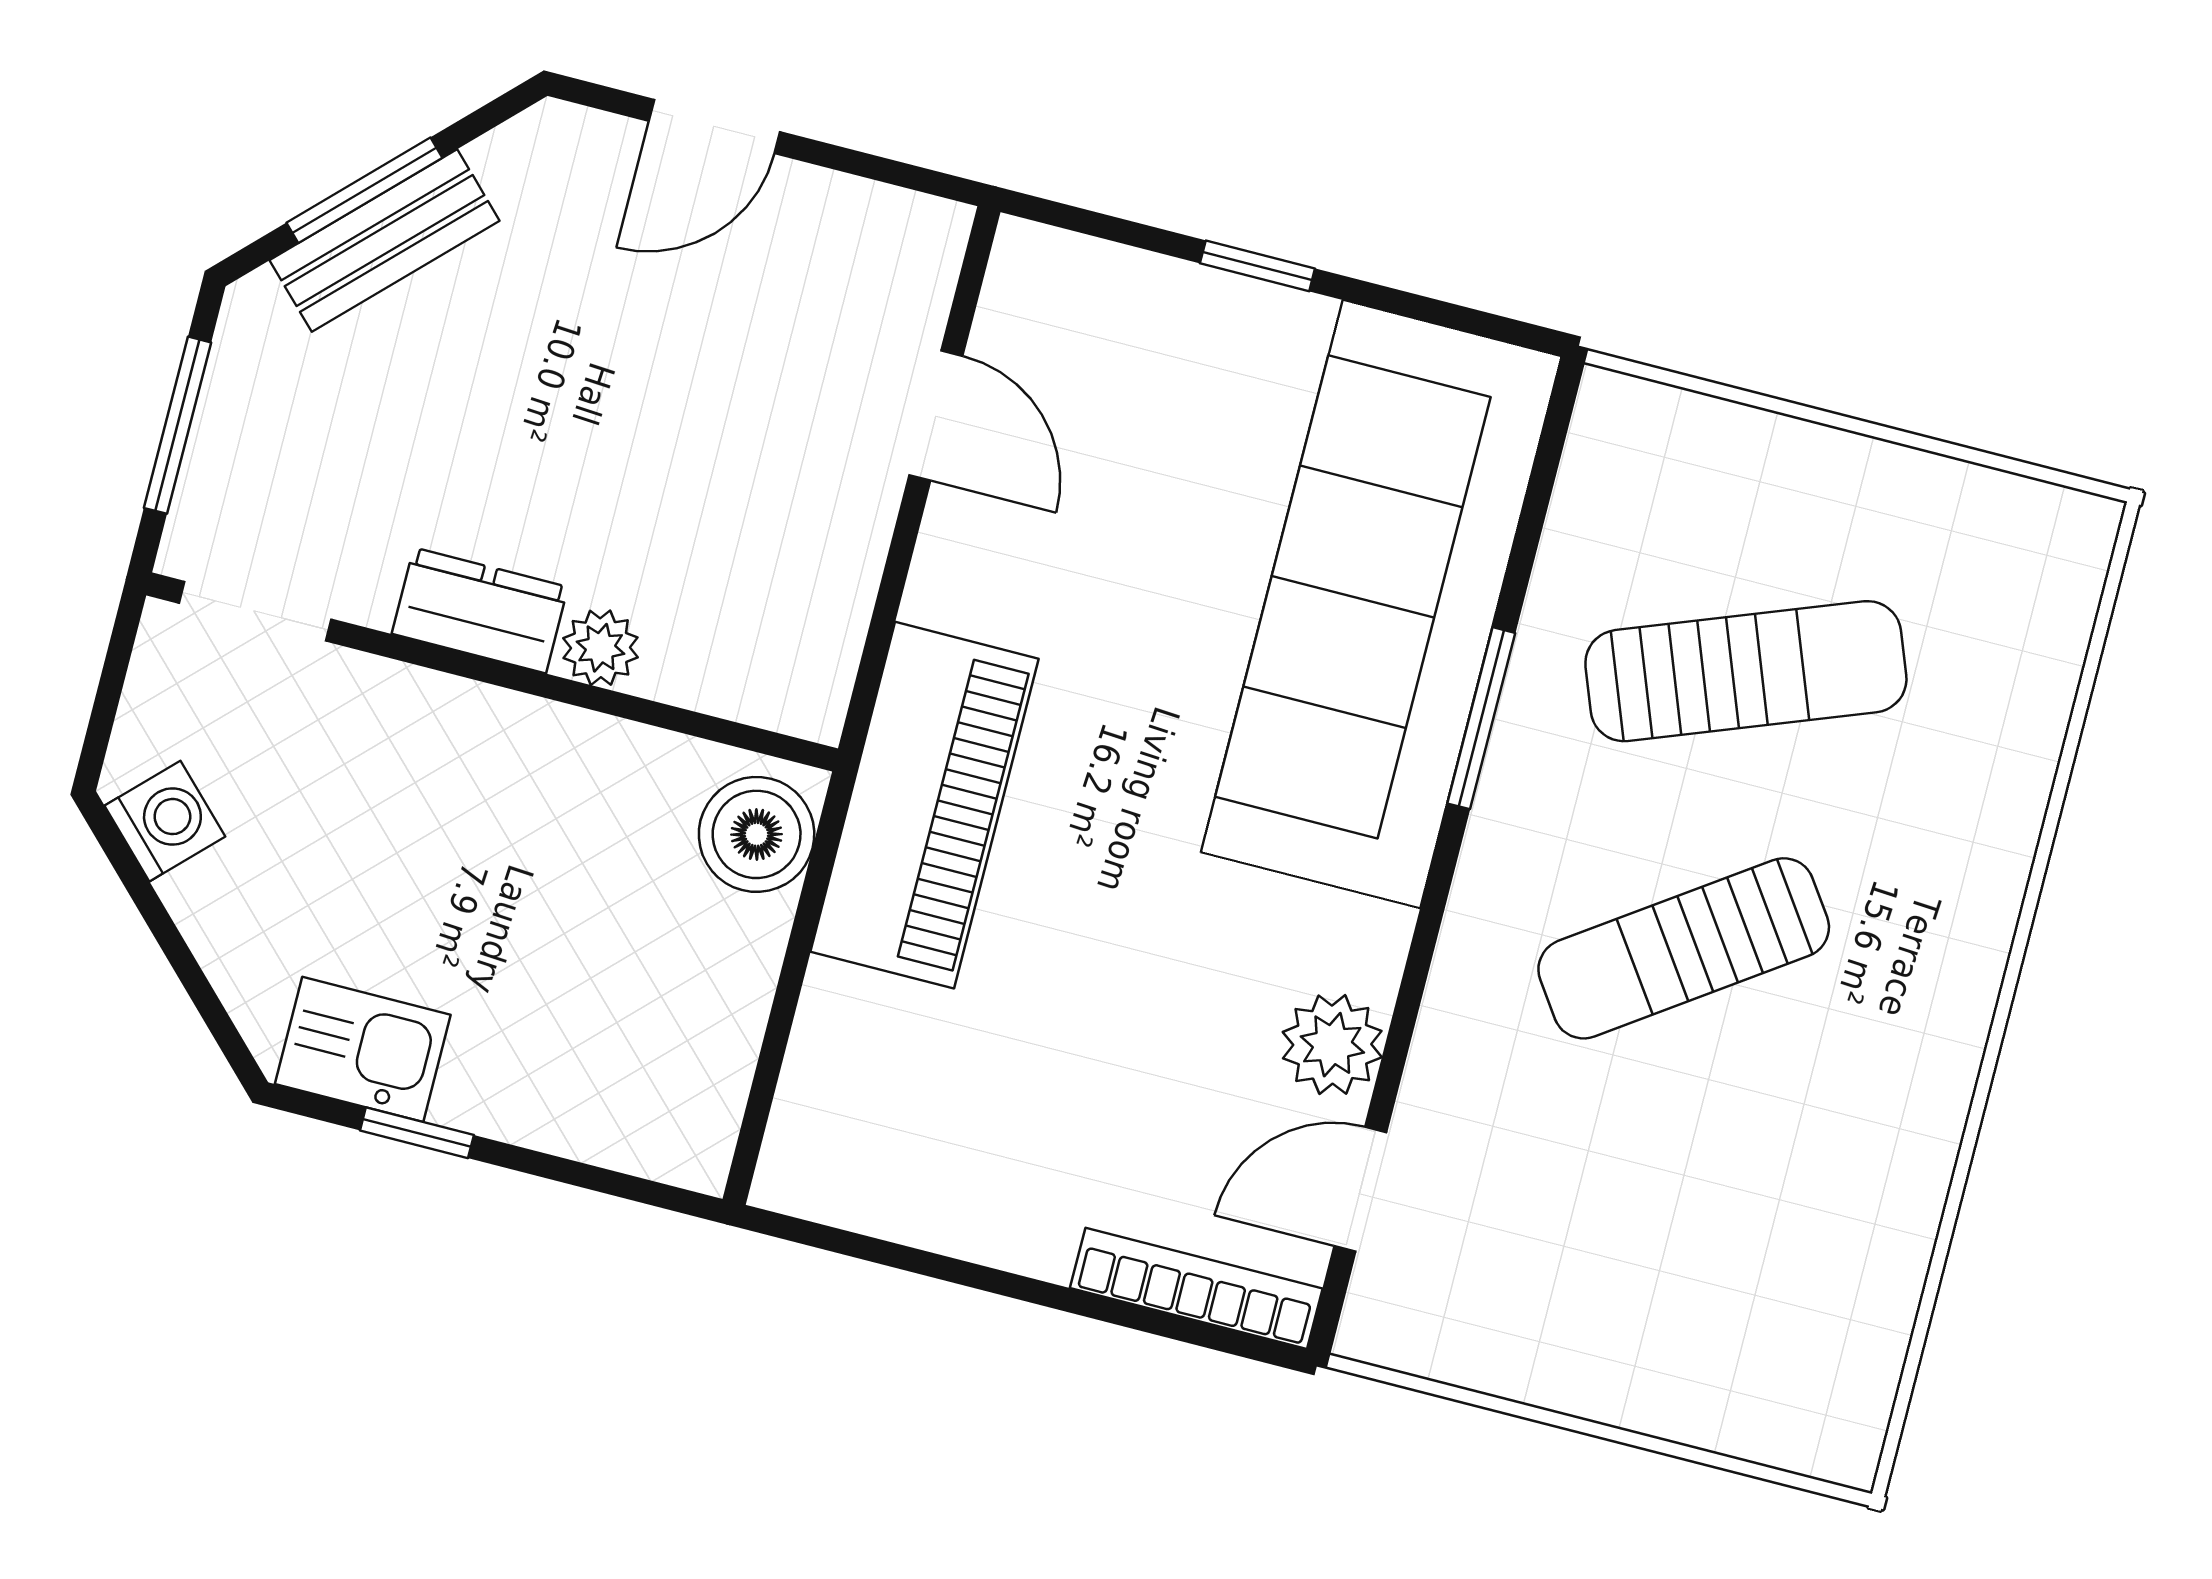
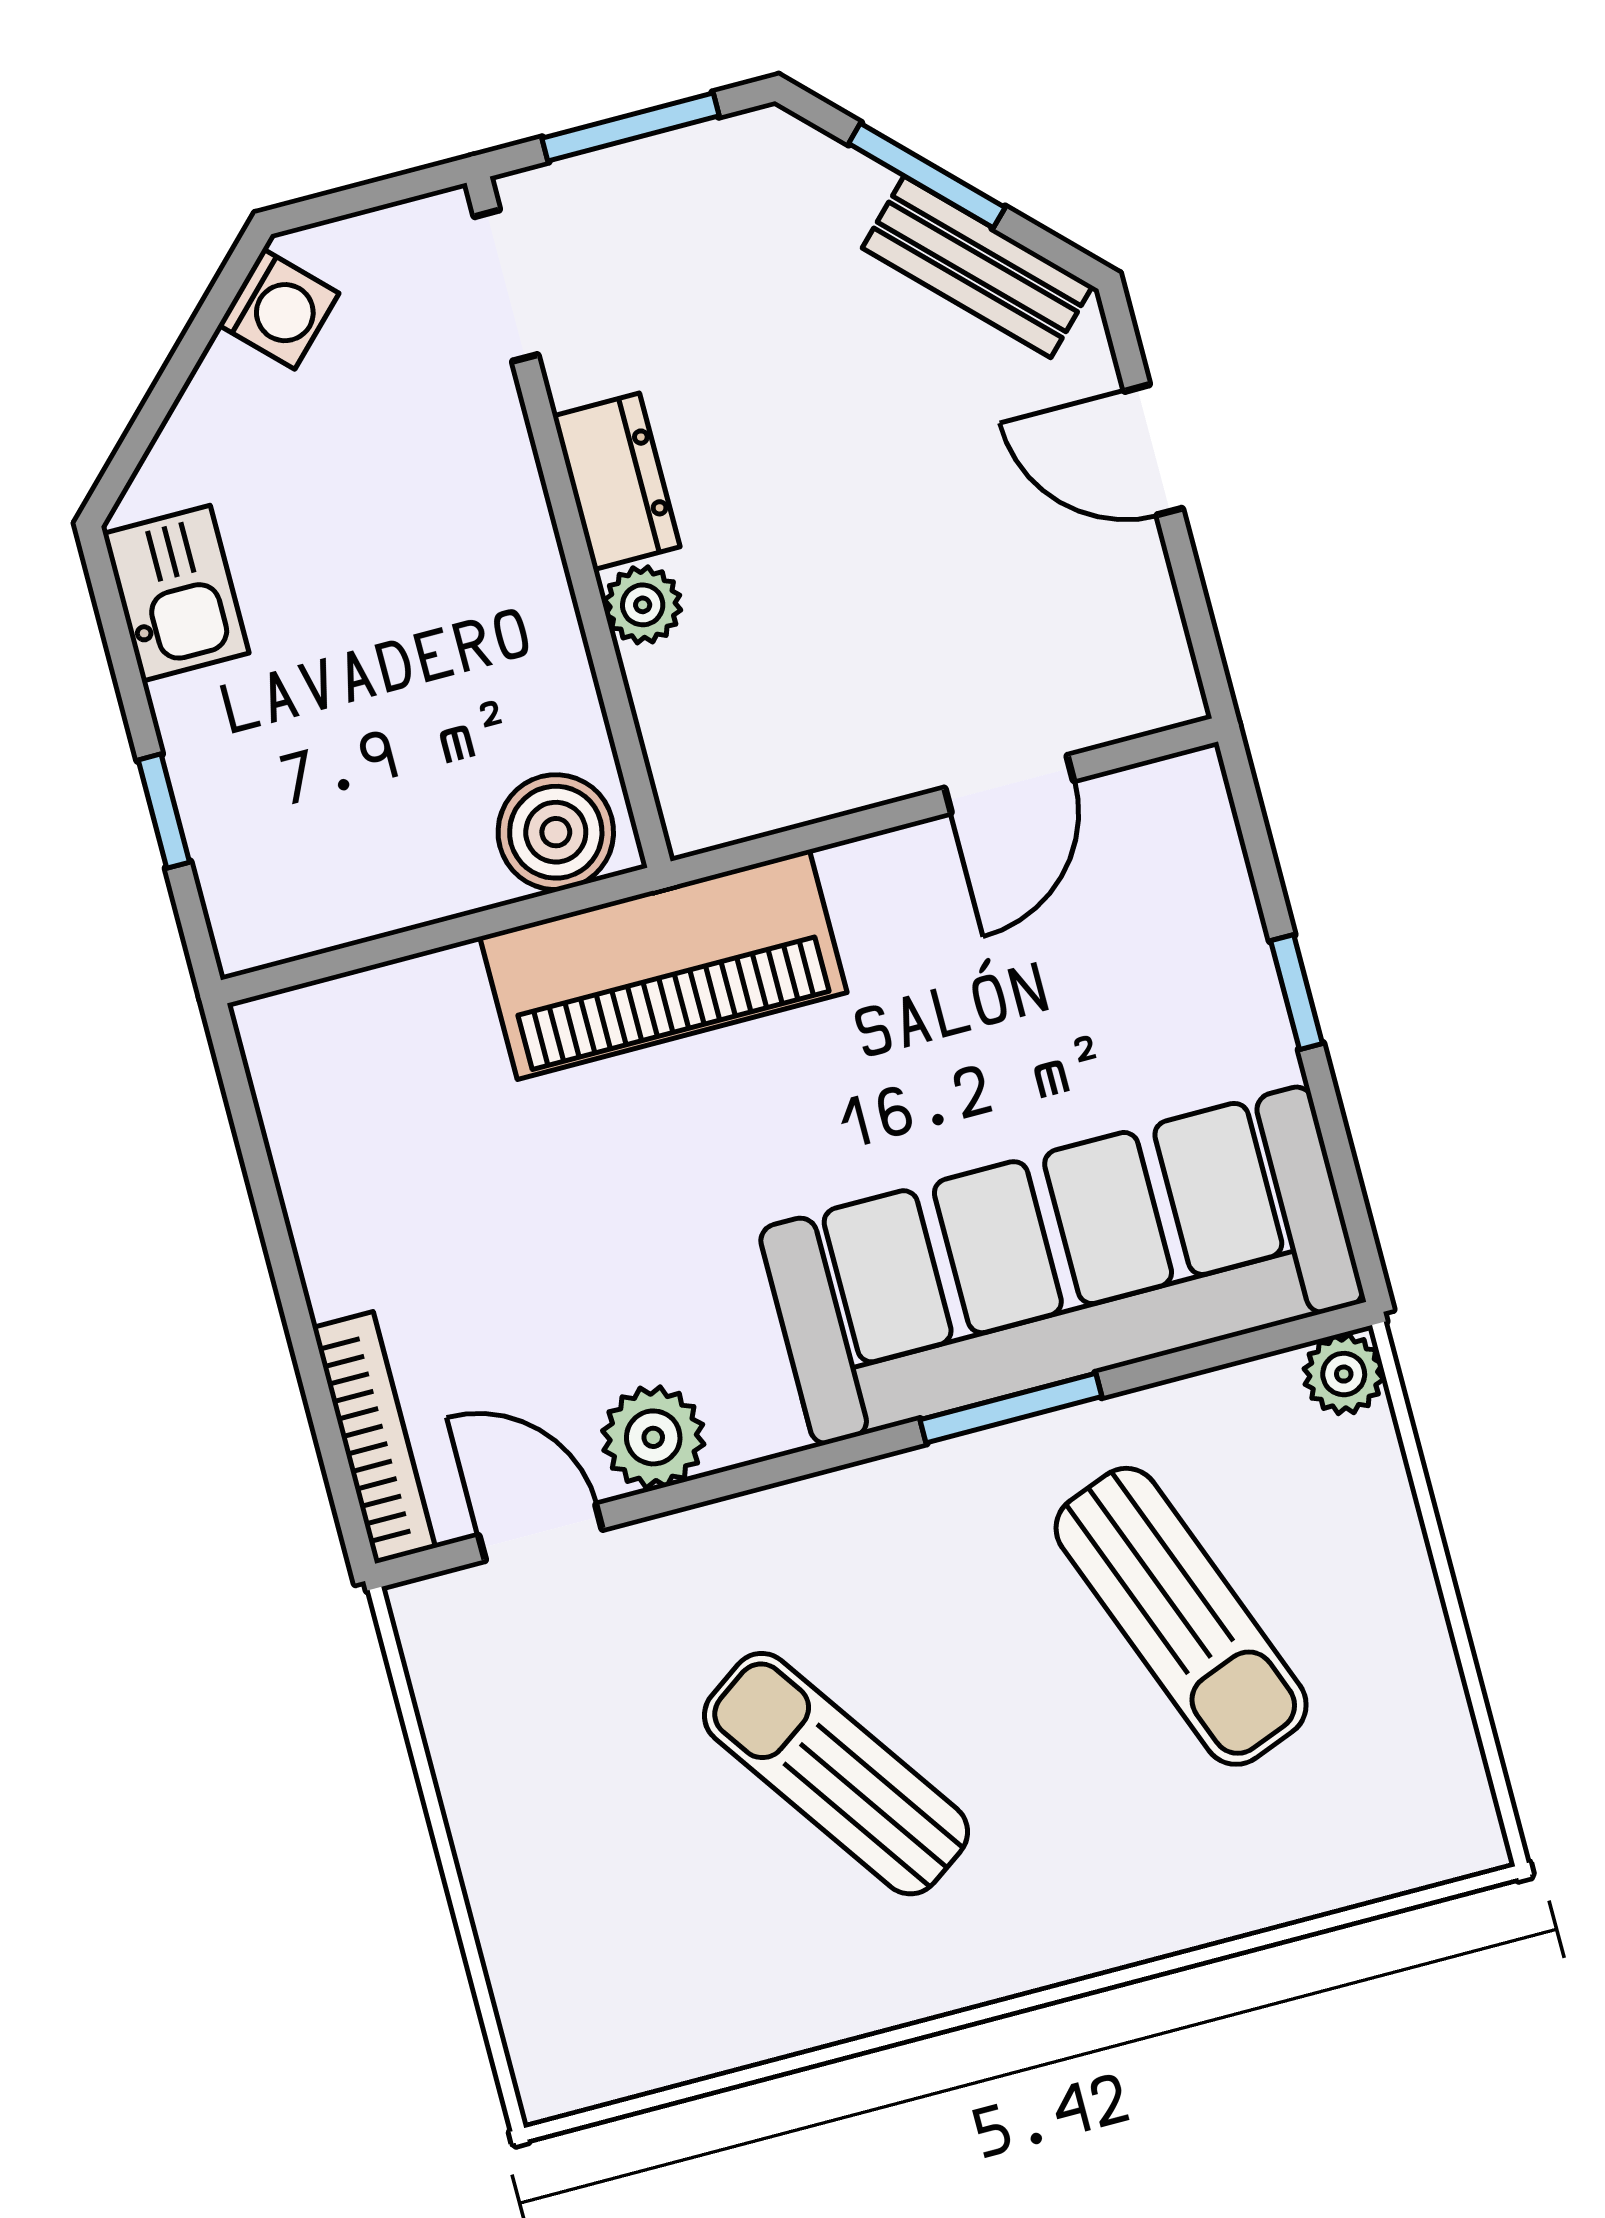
bench: (385, 241) -> (977, 267), moved
plant: (1614, 411) -> (1344, 1374), added
sun lounger: (1684, 948) -> (836, 1774), moved
window: (417, 1133) -> (164, 811), moved

